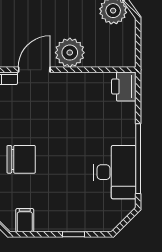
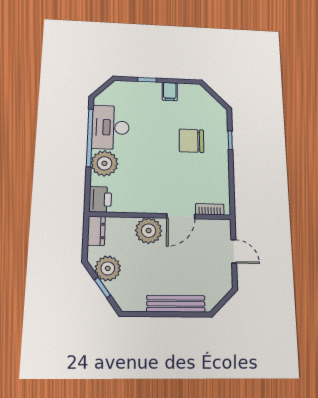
dresser: (127, 51) -> (96, 231), added
plant: (120, 128) -> (104, 163), added
filing cabinet: (25, 220) -> (170, 92), moved

